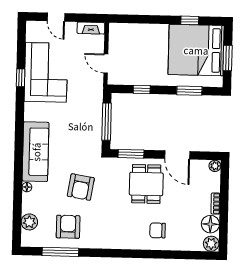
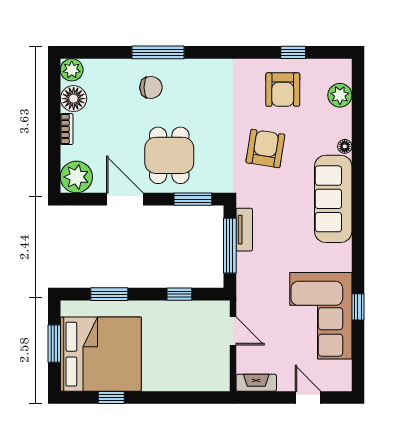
tv unit: (97, 132) -> (244, 230), added
plant: (215, 166) -> (76, 177), width x1.87, depth x1.87
window: (60, 252) -> (293, 52), width x0.46
window: (152, 254) -> (158, 52), added

